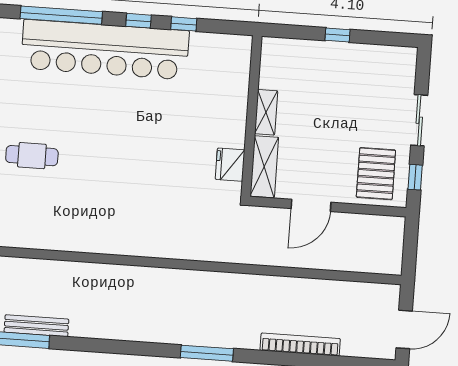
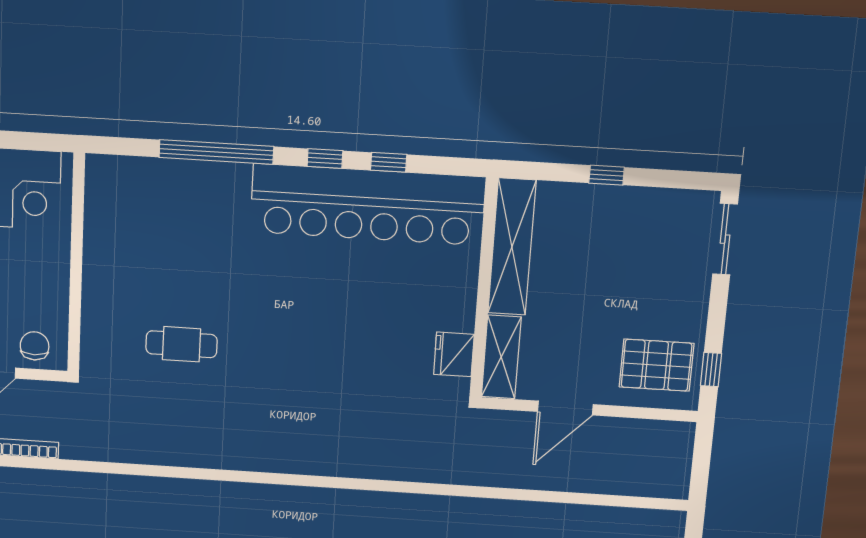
bar counter: (105, 50) -> (368, 204), moved
shelving: (266, 112) -> (512, 247), width x2.20, depth x1.33
sliding door: (419, 120) -> (725, 239), moved
pallet: (376, 174) -> (656, 365), turned 90

